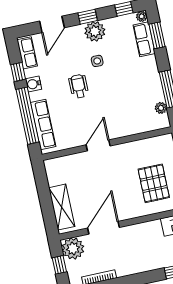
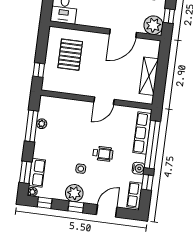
wheelchair: (79, 86) -> (103, 154), turned -90
plant: (161, 108) -> (42, 124), moved
shelving: (62, 207) -> (149, 76), moved

